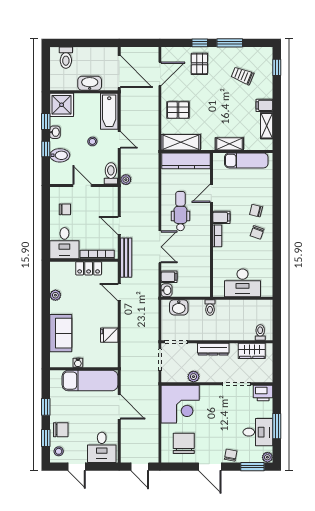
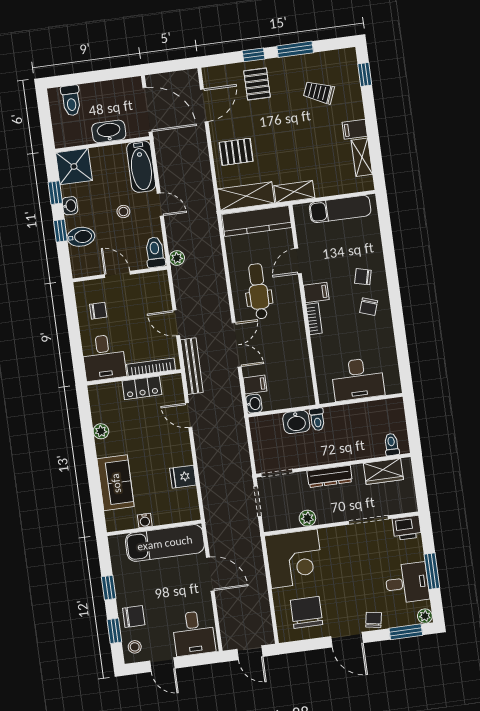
shelving: (229, 144) -> (294, 192), moved
washbasin: (179, 307) -> (296, 422), moved

